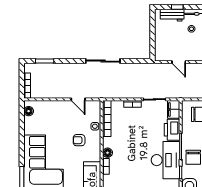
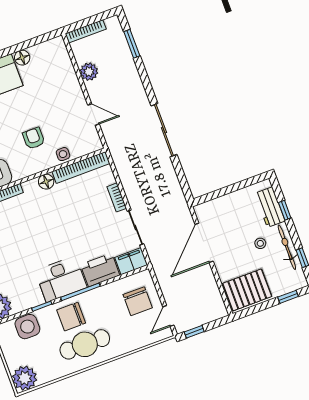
door: (179, 62) -> (204, 243), width x1.88
plant: (52, 93) -> (89, 72), added
door: (78, 99) -> (93, 115), swing flipped
floor lamp: (29, 111) -> (22, 58), moved
floor lamp: (108, 153) -> (46, 182), moved
desk: (165, 160) -> (61, 279), width x0.73, depth x0.77

